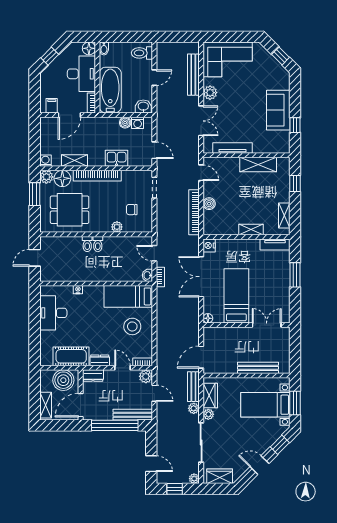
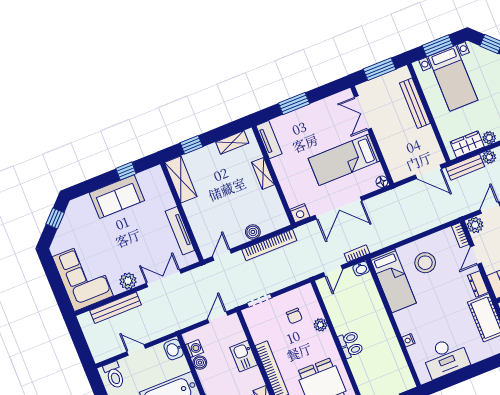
shelving: (258, 165) -> (181, 180), moved
window: (295, 351) -> (379, 69), added

